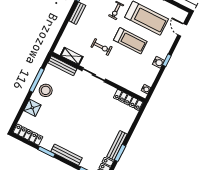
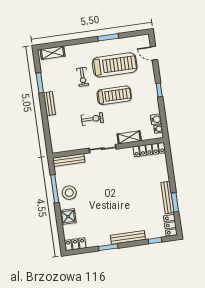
shelving: (72, 56) -> (129, 137), moved
water cooler: (158, 62) -> (156, 119), moved
locker: (28, 135) -> (75, 244), width x0.66

